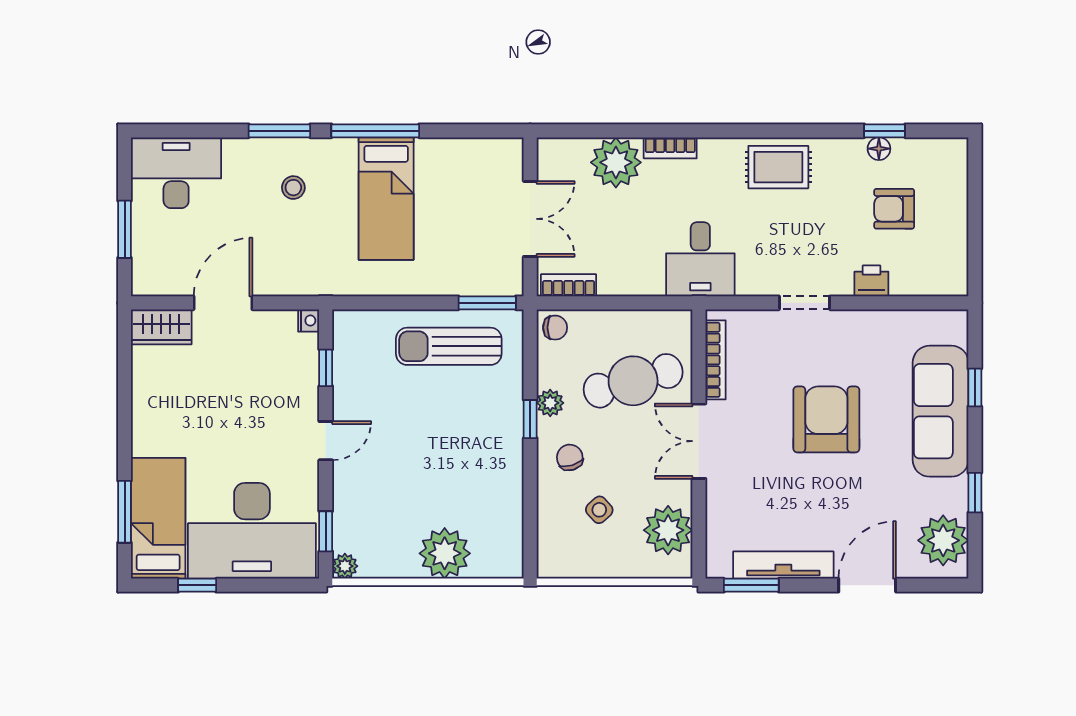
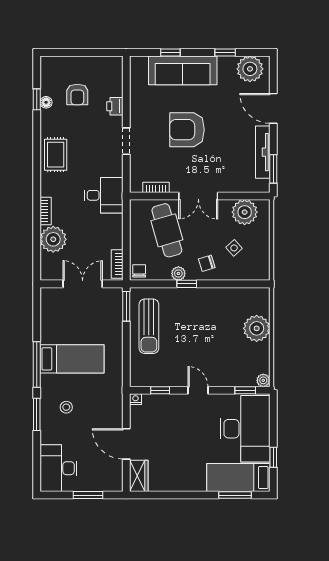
bookcase: (716, 360) -> (156, 187), width x0.64

